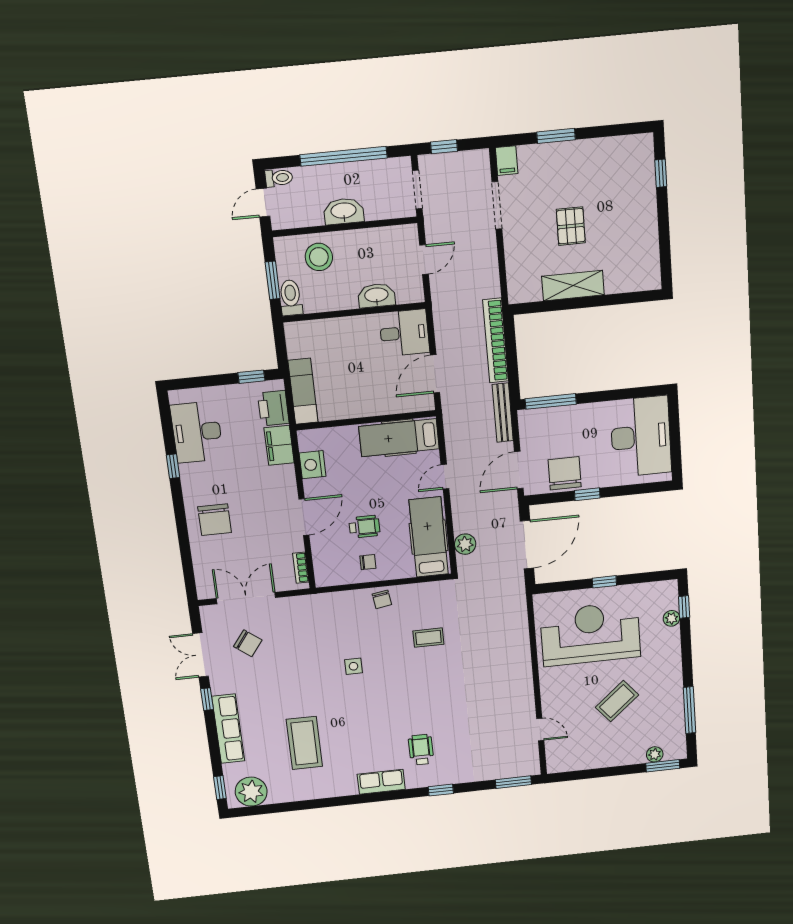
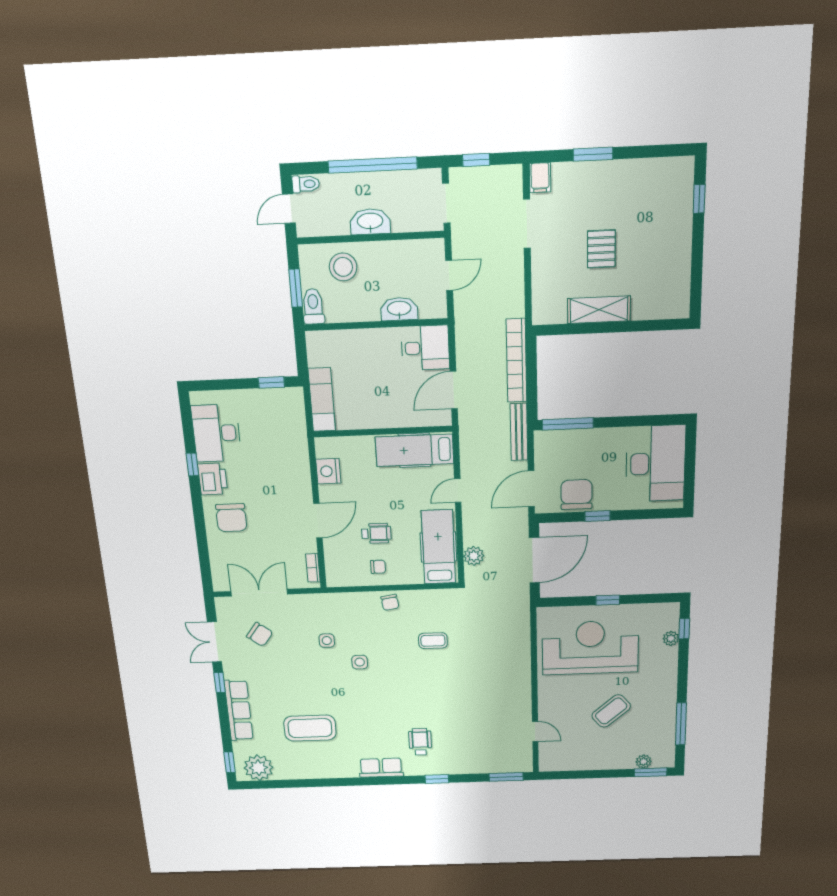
printer: (273, 408) -> (213, 479), moved, turned 180
filing cabinet: (279, 445) -> (296, 451), removed
side table: (318, 645) -> (327, 641), added
coffee table: (304, 743) -> (310, 728), turned 90

